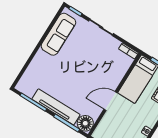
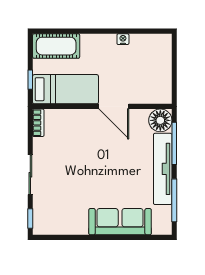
sofa: (58, 34) -> (120, 222), moved

